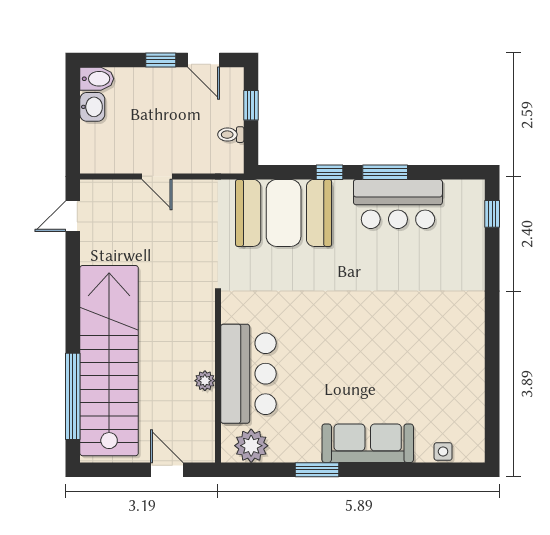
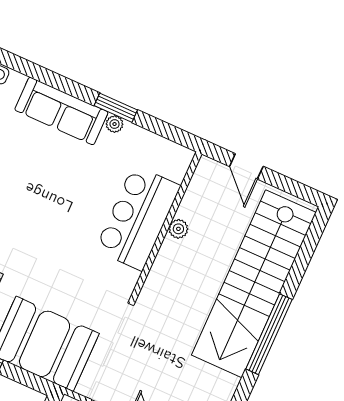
window: (73, 396) -> (269, 334), moved
plant: (251, 446) -> (115, 124), moved, width x0.53, depth x0.53

